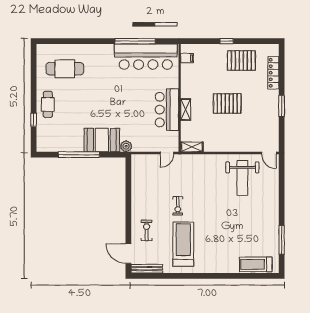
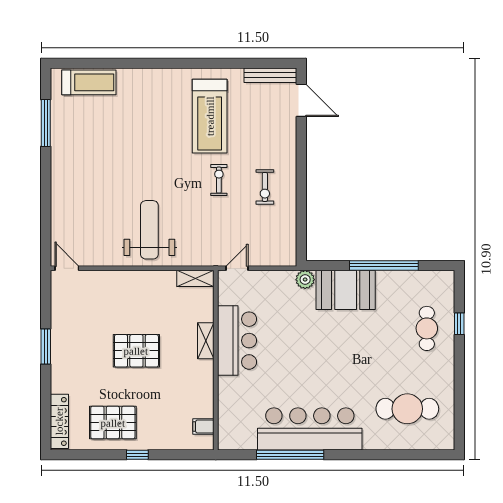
bar counter: (146, 57) -> (310, 429), moved
locker: (273, 73) -> (59, 421), moved
cafe table: (48, 104) -> (427, 328), moved
weight bench: (242, 178) -> (149, 230), moved
exercise bike: (147, 230) -> (265, 187), moved

